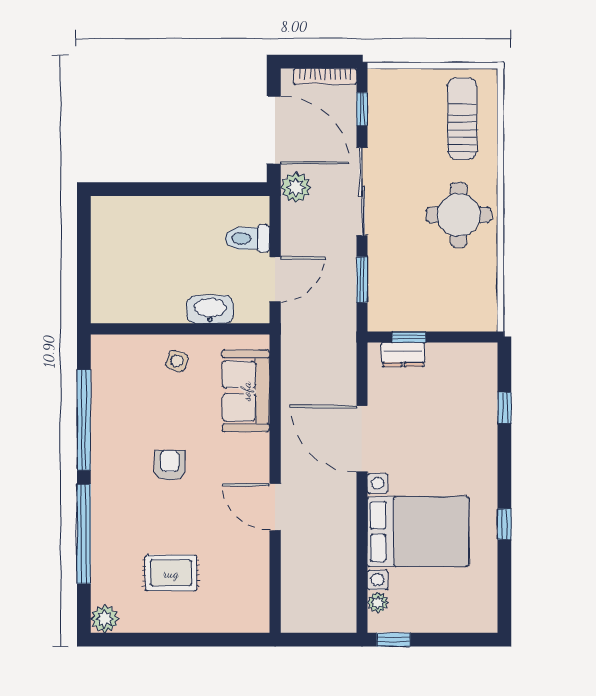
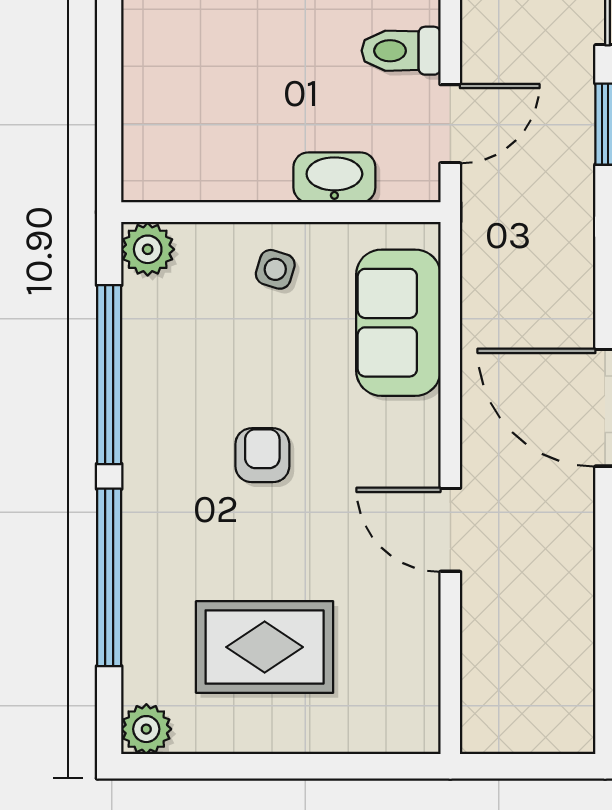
plant: (105, 350) -> (148, 249), added
rug: (171, 573) -> (265, 647), width x1.36, depth x1.43

